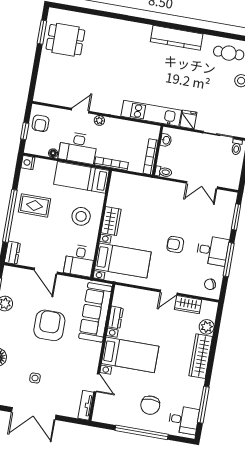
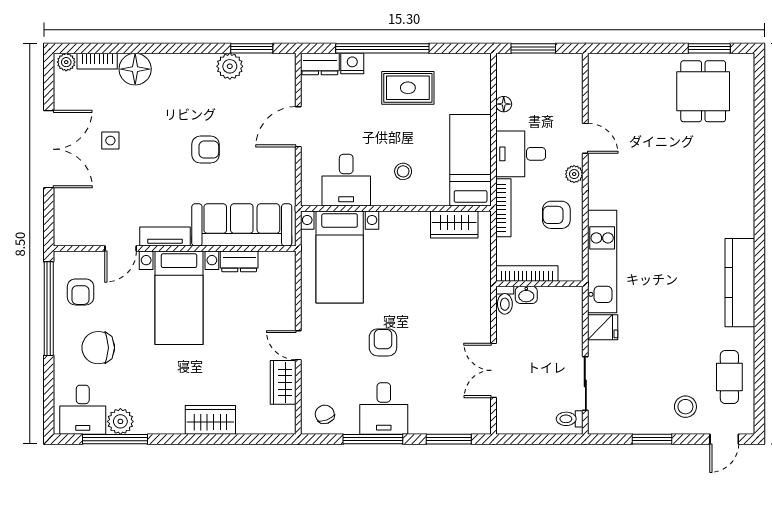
armchair: (41, 123) -> (556, 215), moved
window: (25, 131) -> (533, 48), width x1.50
washbasin: (166, 140) -> (526, 295), moved
desk: (78, 148) -> (521, 154), width x0.73
nightstand: (28, 163) -> (352, 64), moved
rug: (35, 205) -> (408, 88), turned 90
stool: (81, 216) -> (403, 171), width x0.53, depth x0.53
wardrobe: (111, 221) -> (454, 225), moved
desk: (79, 260) -> (346, 180), moved, turned -90
armchair: (49, 325) -> (206, 150), width x0.53, depth x0.53
plant: (207, 327) -> (120, 421), moved
wardrobe: (201, 356) -> (210, 420), width x0.67
tv unit: (86, 405) -> (165, 236), moved
armchair: (117, 410) -> (81, 292), added
double door: (34, 413) -> (49, 149), swing flipped
window: (142, 432) -> (49, 309), moved

